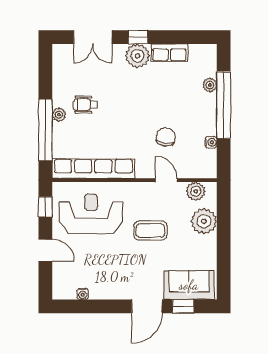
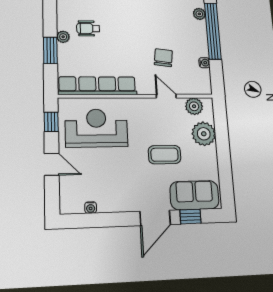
window: (45, 130) -> (50, 50), width x0.47
coffee table: (150, 231) -> (165, 155), moved

